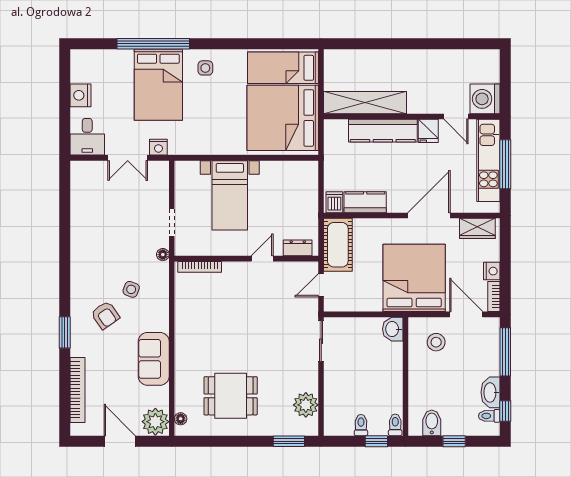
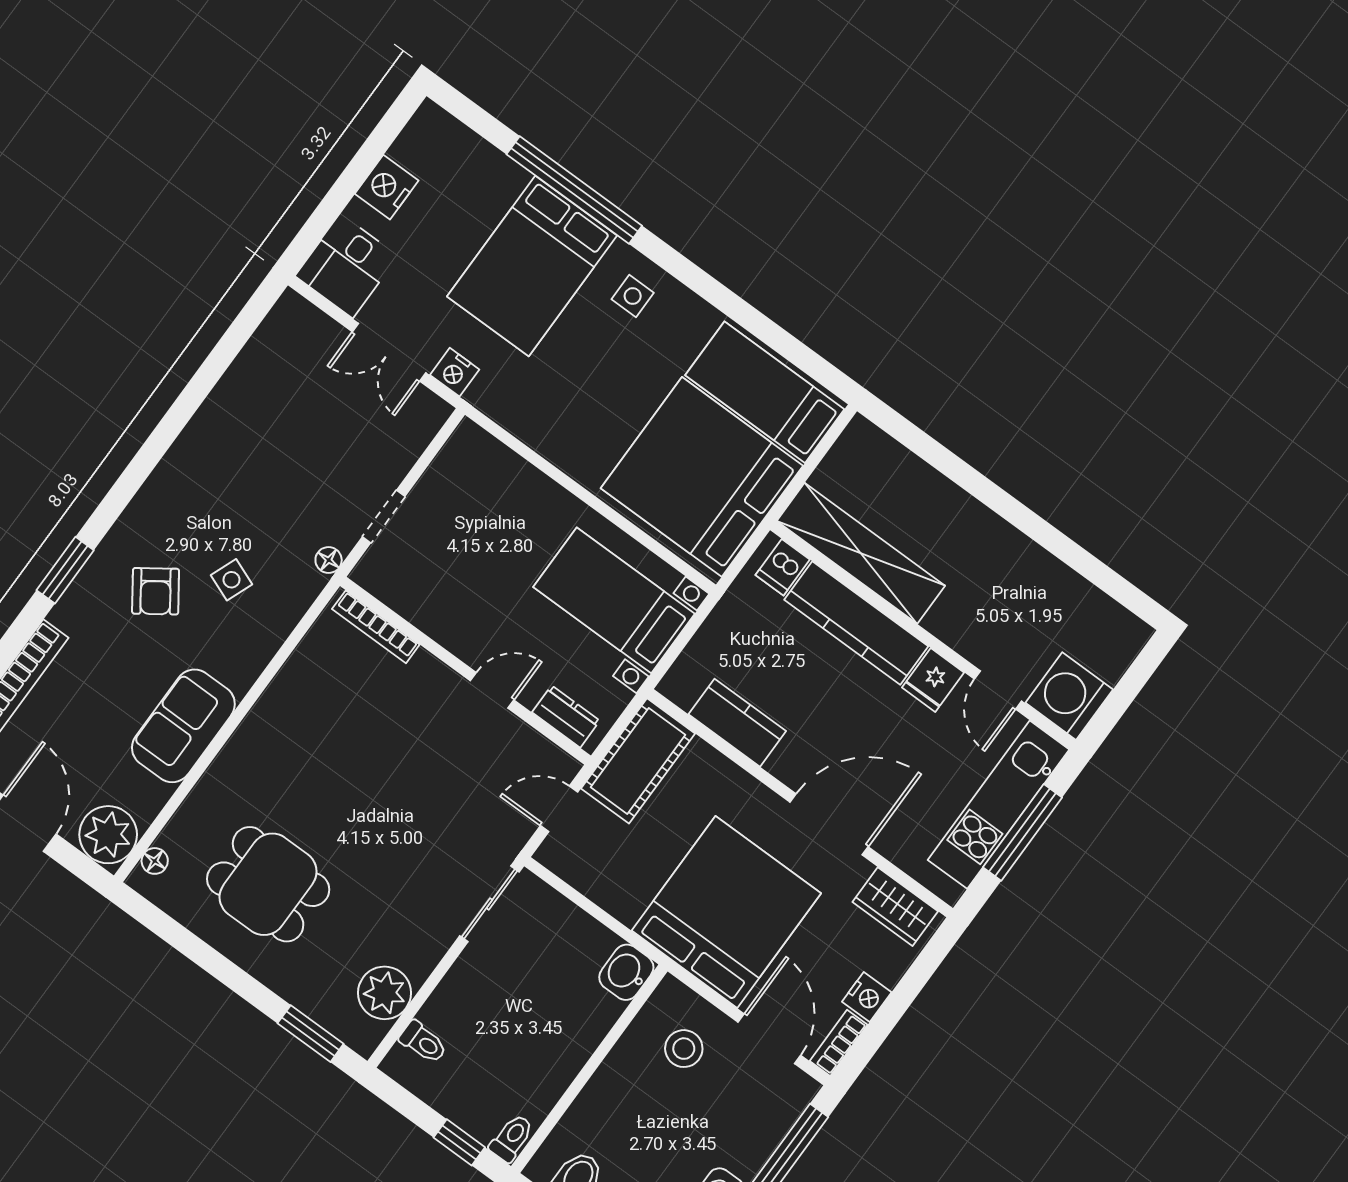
bed with nightstands: (230, 195) -> (614, 600), moved, turned 90
dishwasher: (334, 202) -> (783, 567), moved, turned 180
toilet: (361, 425) -> (423, 1042), moved, turned 90

